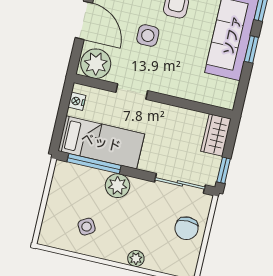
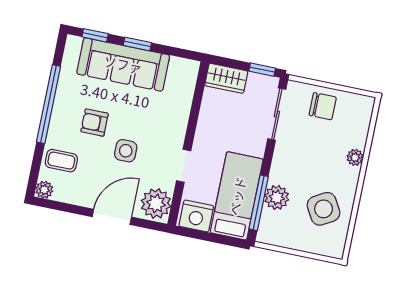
nightstand: (77, 101) -> (196, 216), width x1.89, depth x1.79
plant: (118, 186) -> (277, 197), moved
side table: (87, 227) -> (324, 209), width x1.87, depth x1.87

